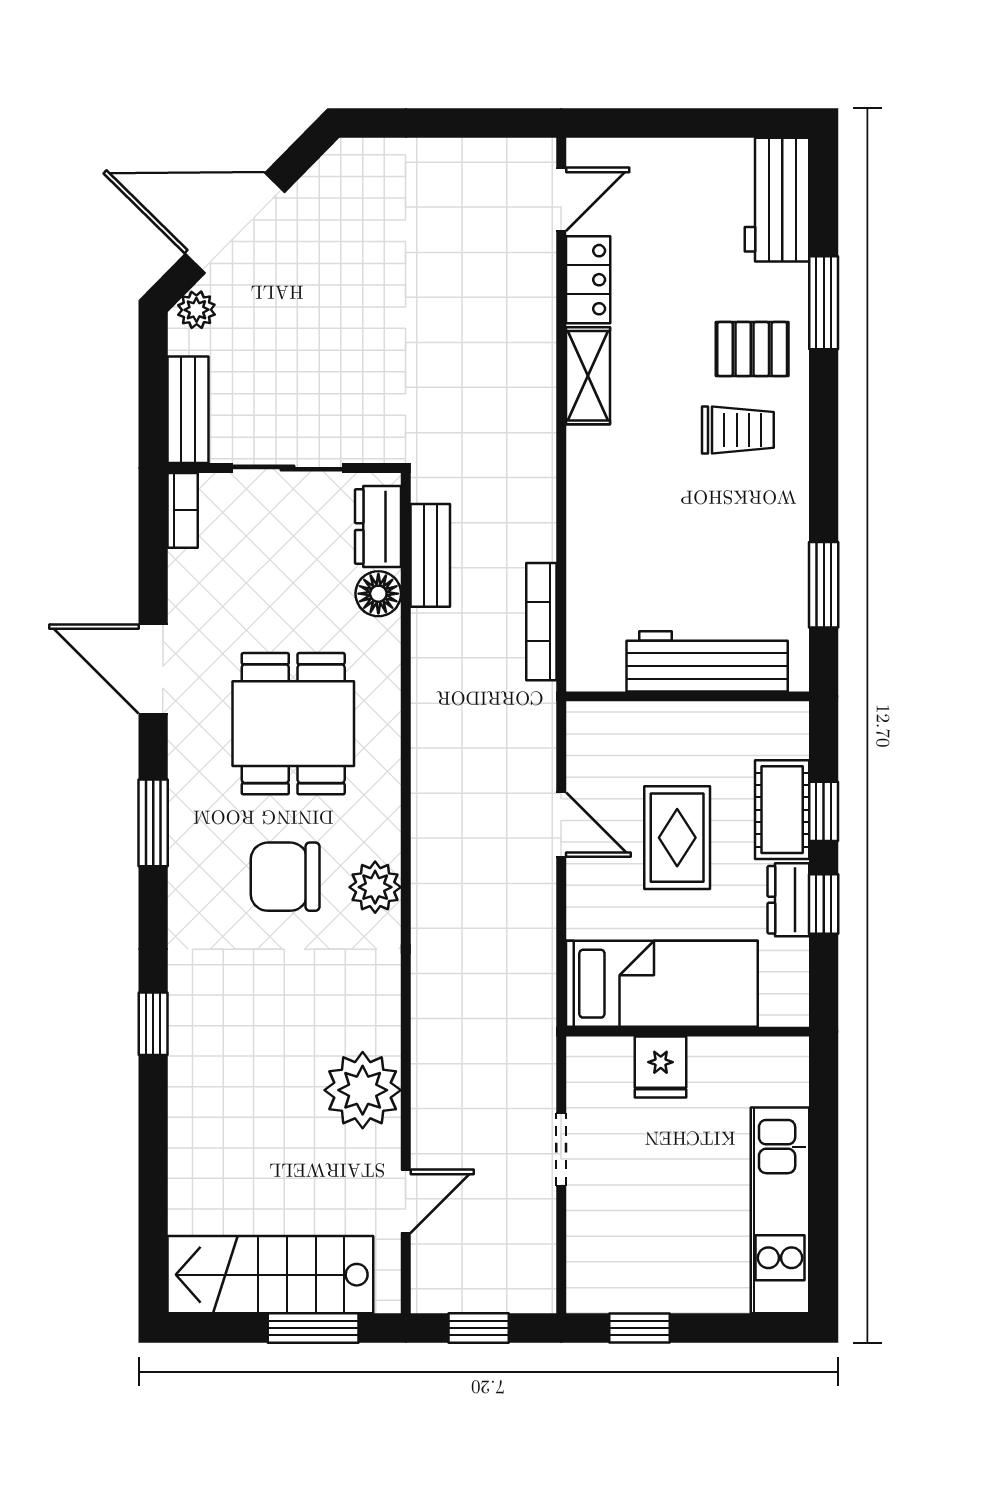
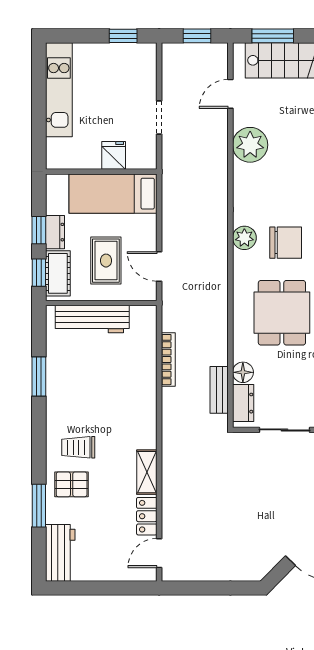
workbench: (707, 661) -> (92, 319), moved
wall: (688, 696) -> (101, 303), moved

